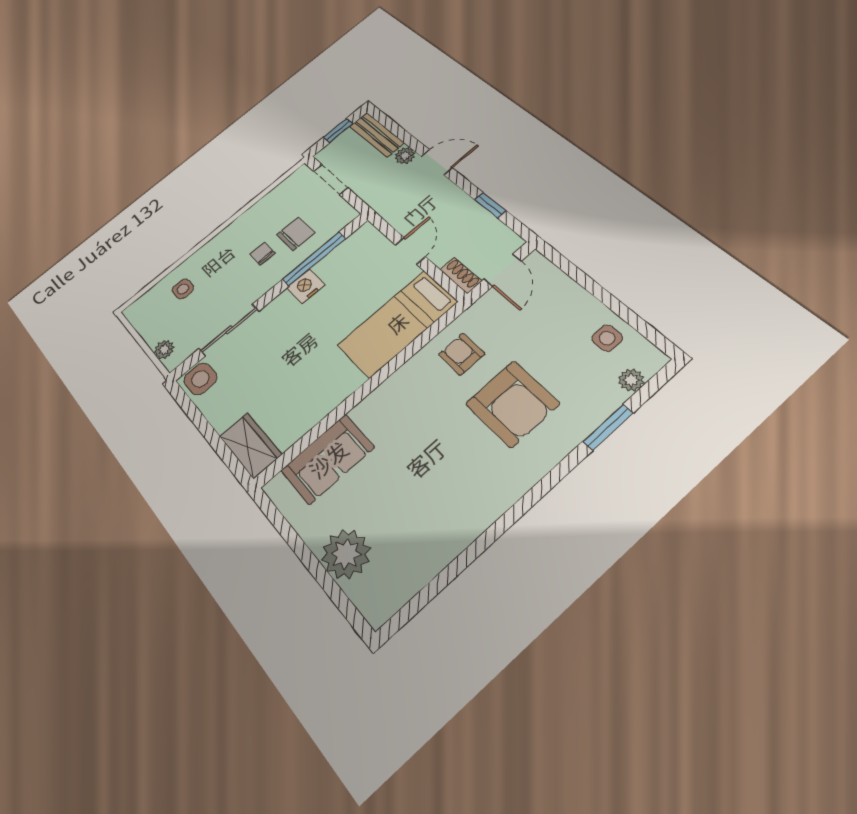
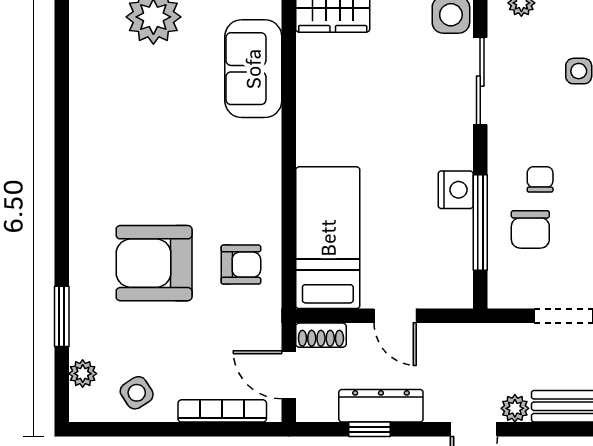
dresser: (471, 212) -> (381, 406), added
chair: (262, 254) -> (540, 179), turned -90
bookcase: (564, 283) -> (222, 411), added
side table: (607, 338) -> (137, 393), turned -33

